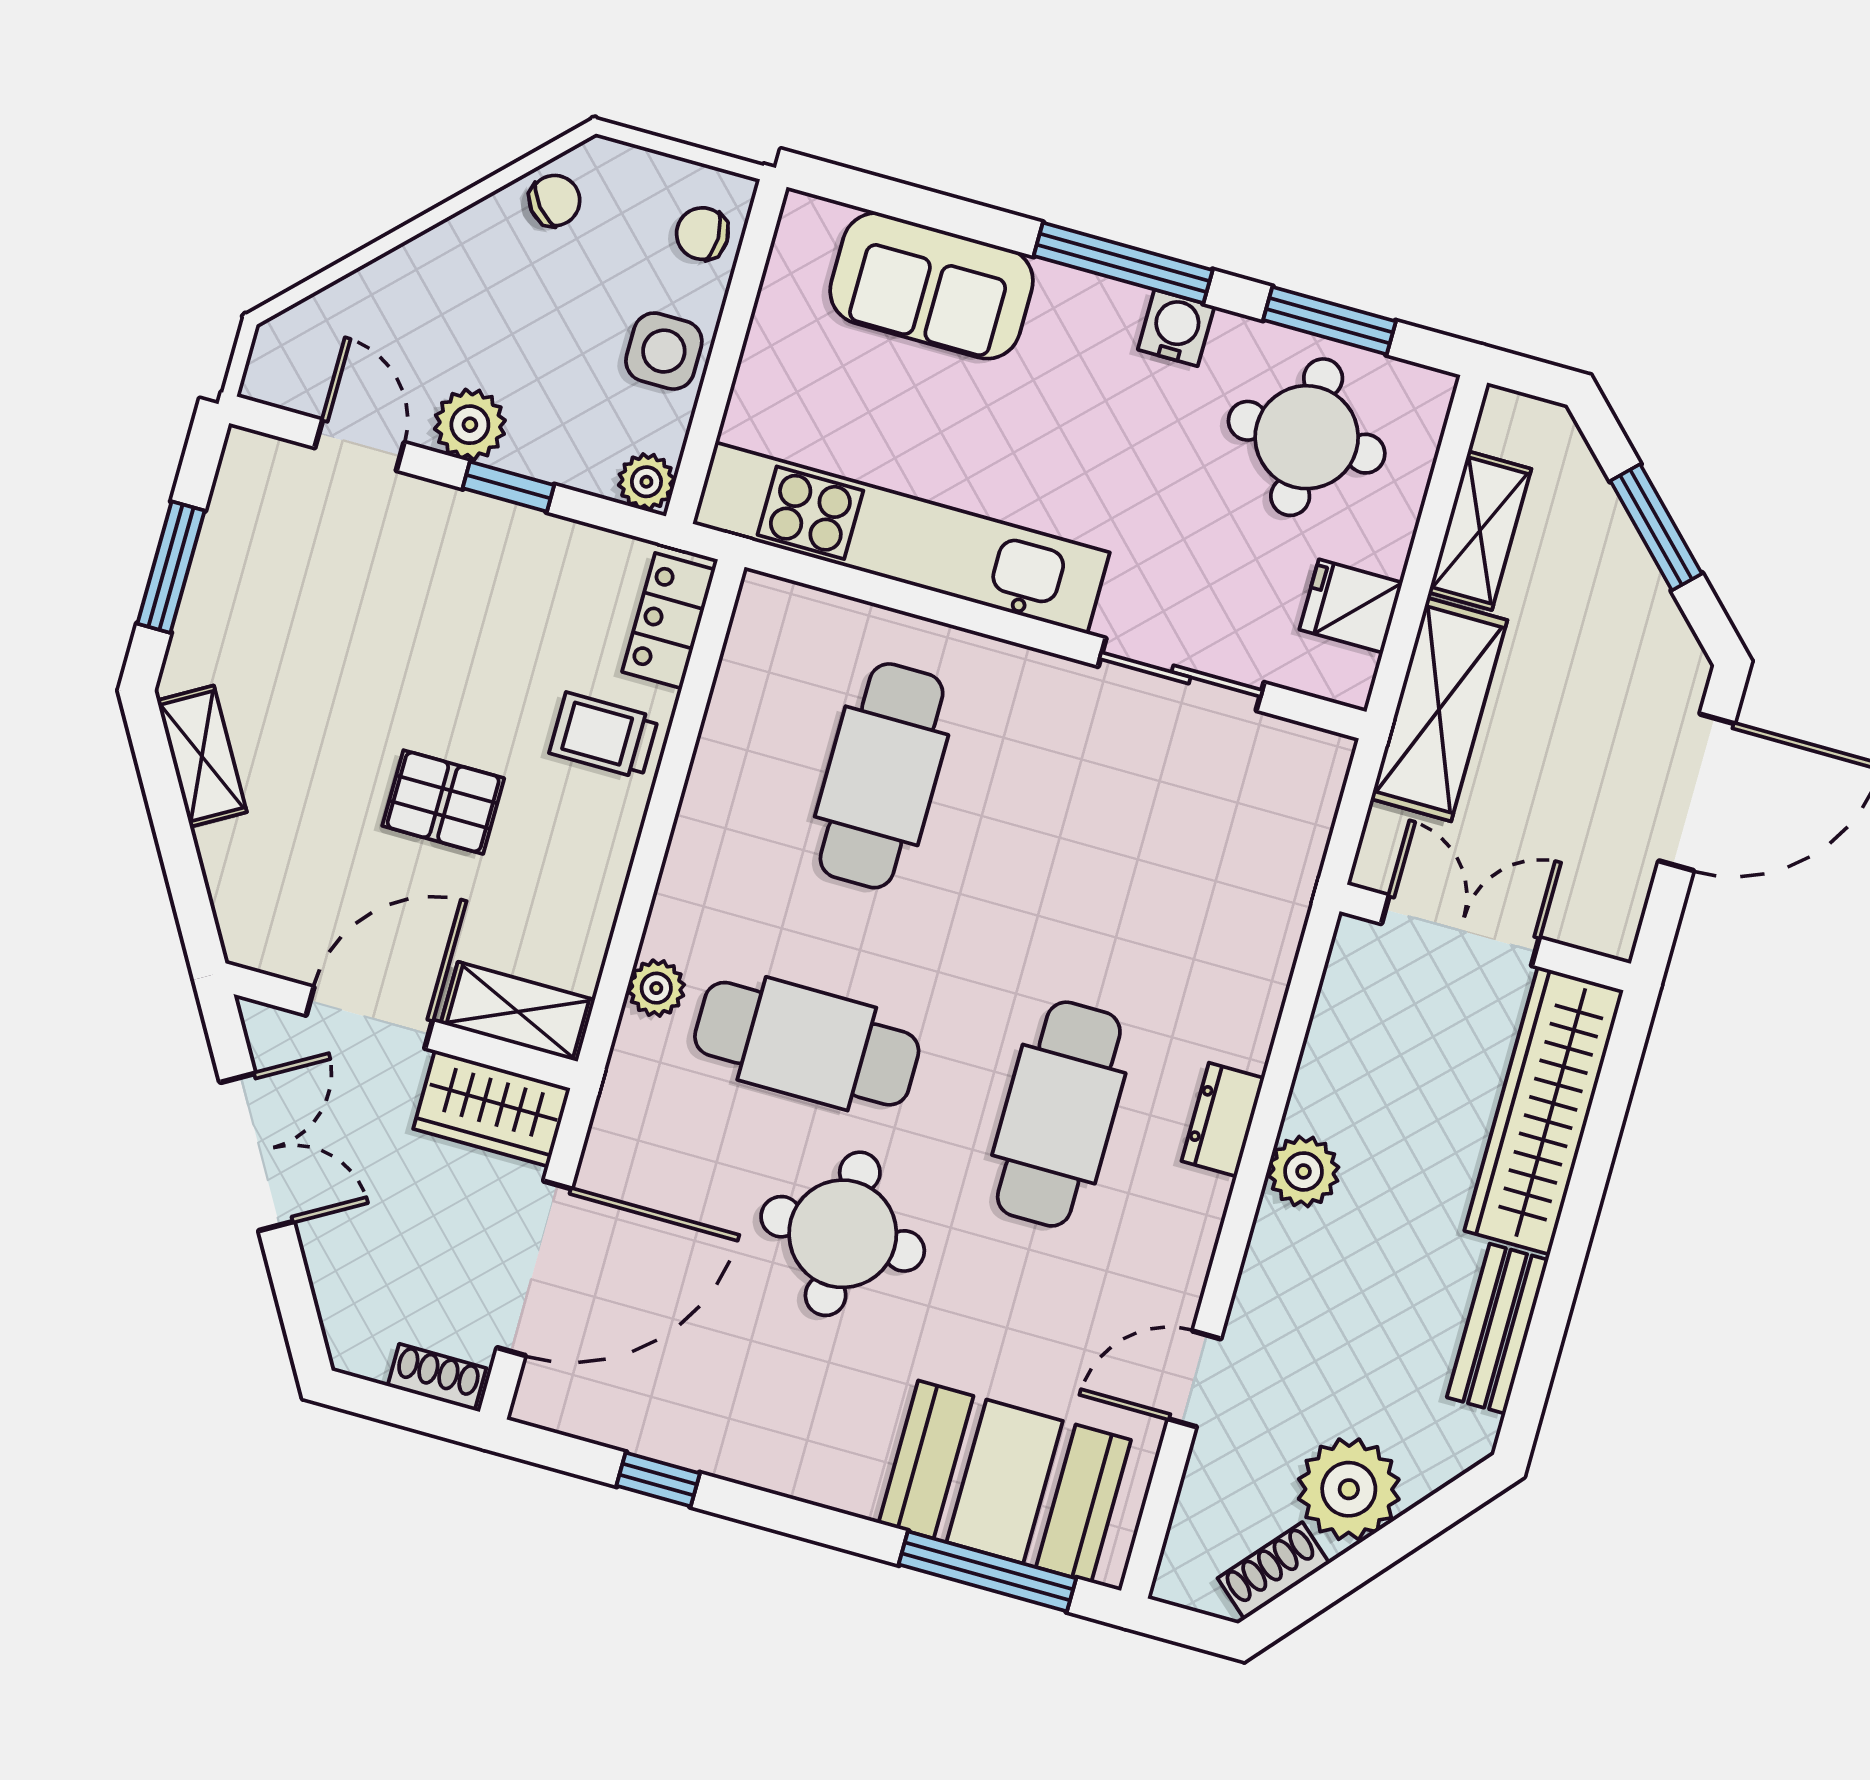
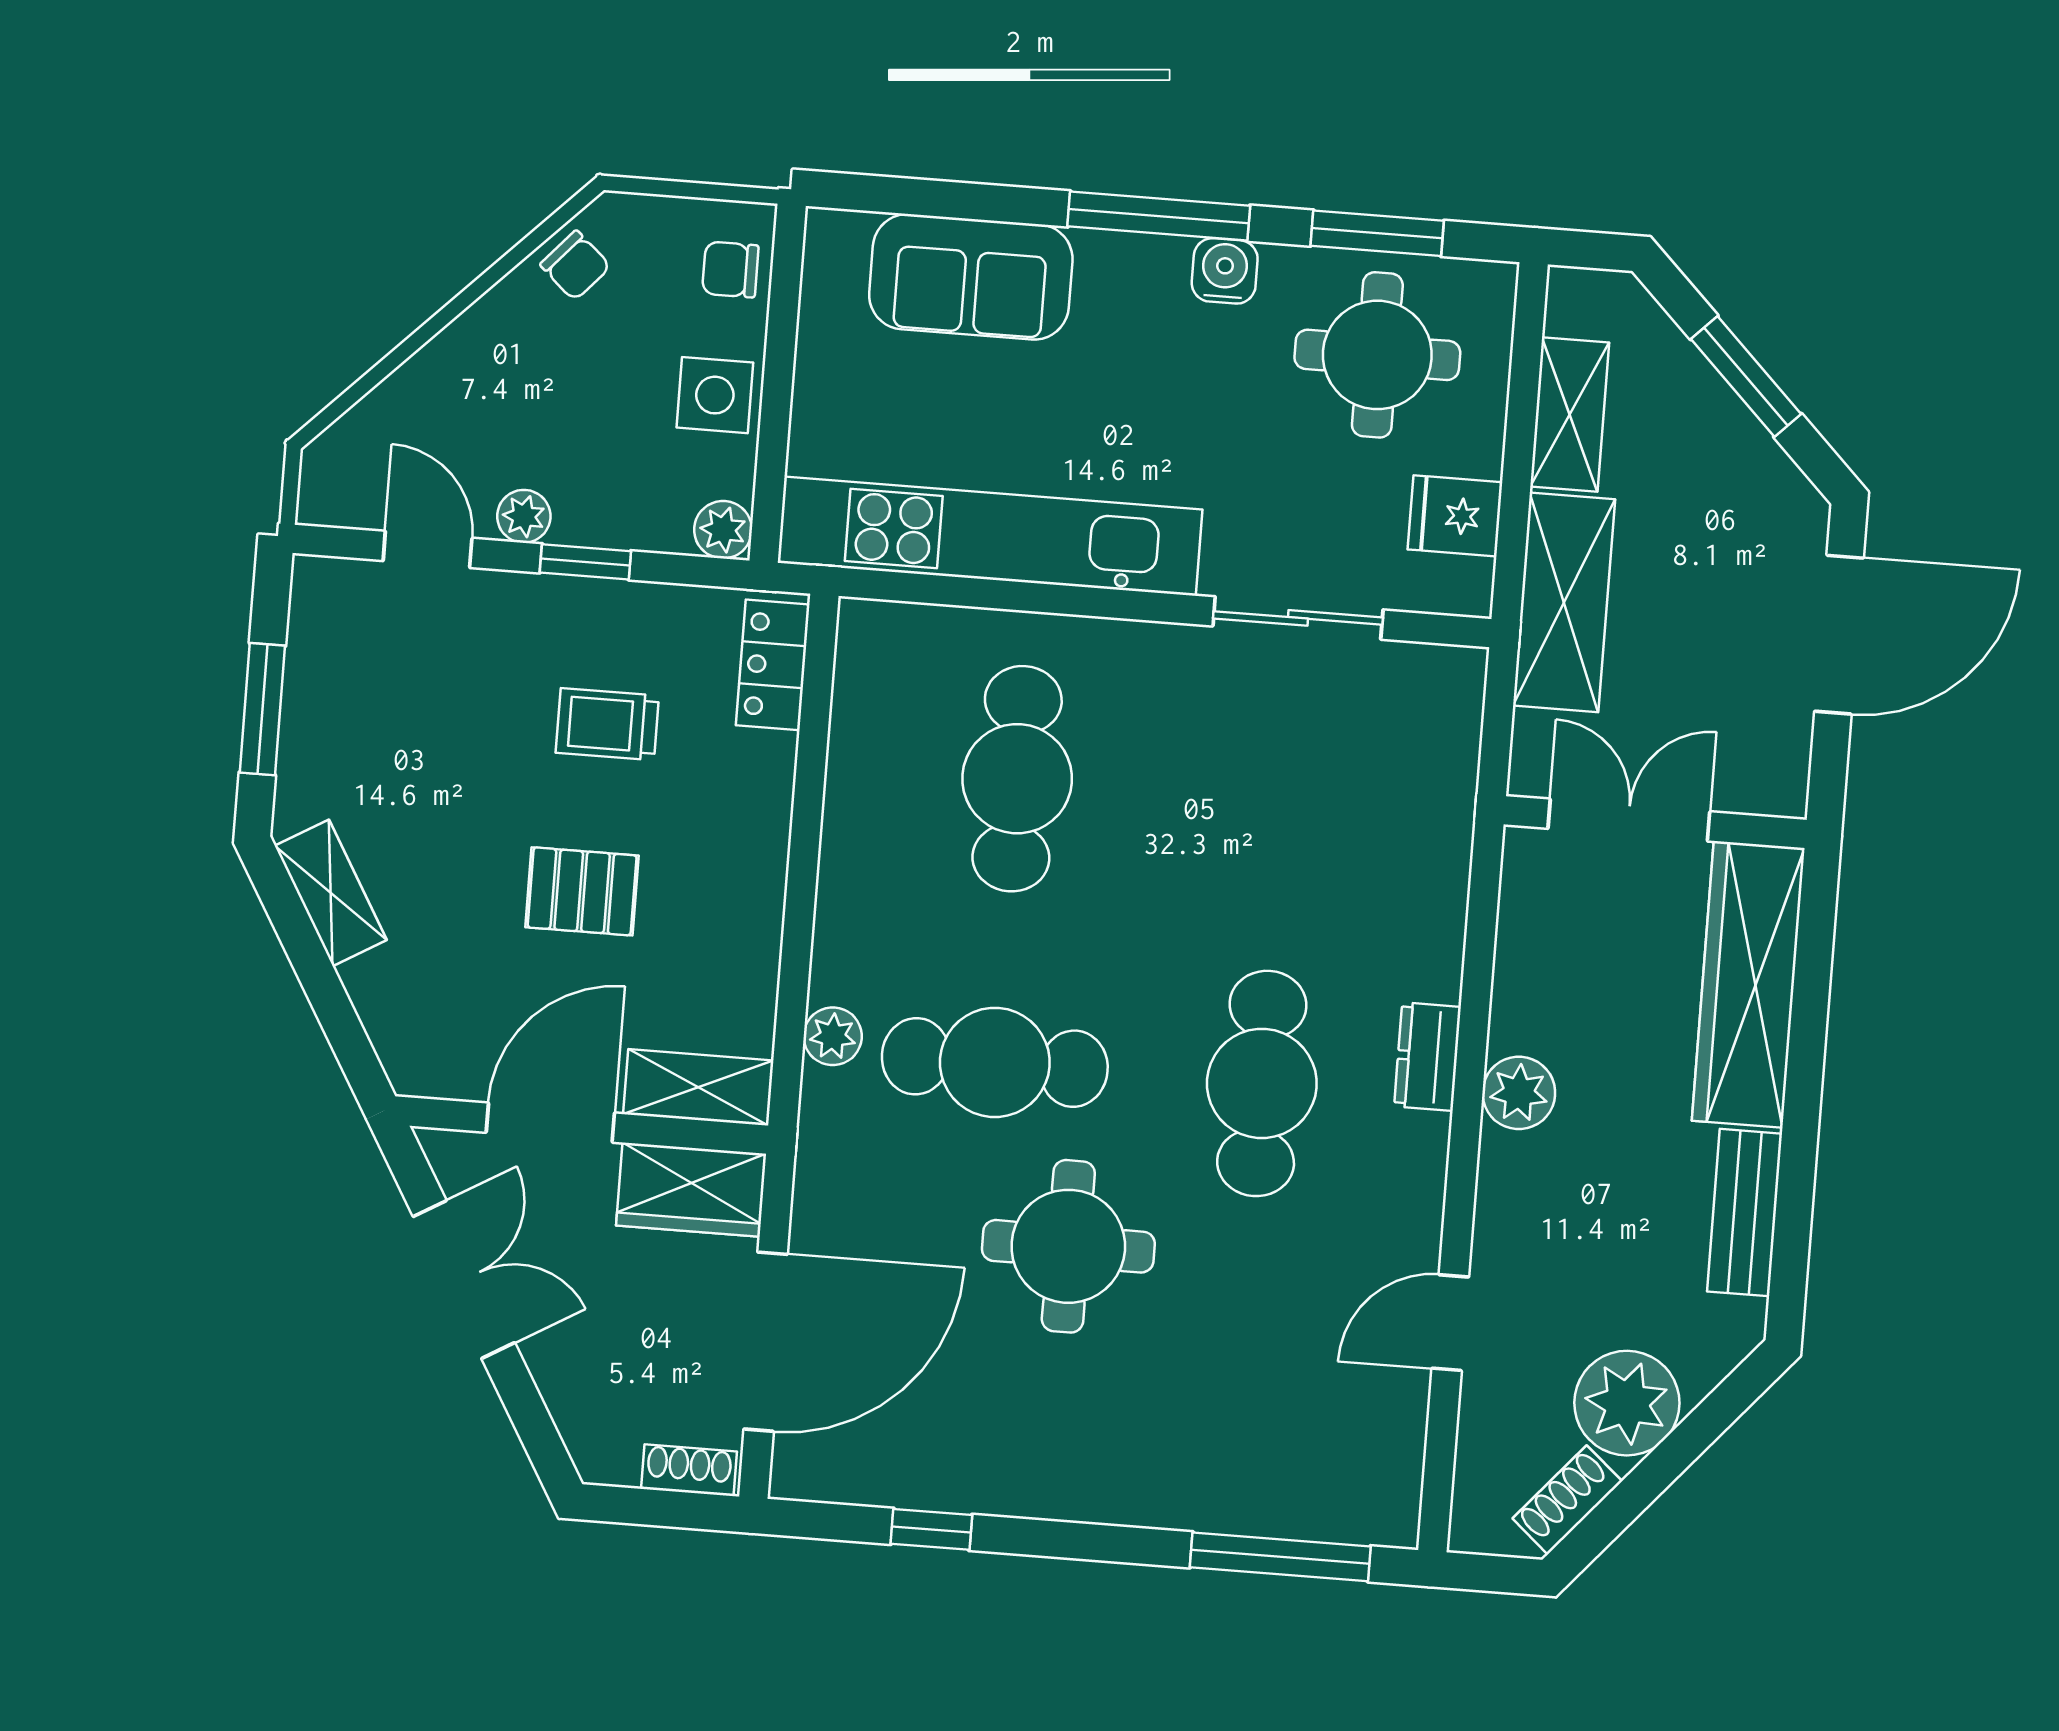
chair: (555, 201) -> (575, 265), turned 82
plant: (470, 425) -> (524, 516), width x0.73, depth x0.73
trolley: (604, 735) -> (607, 724), moved
booth: (1005, 1481) -> (1280, 1463), removed

